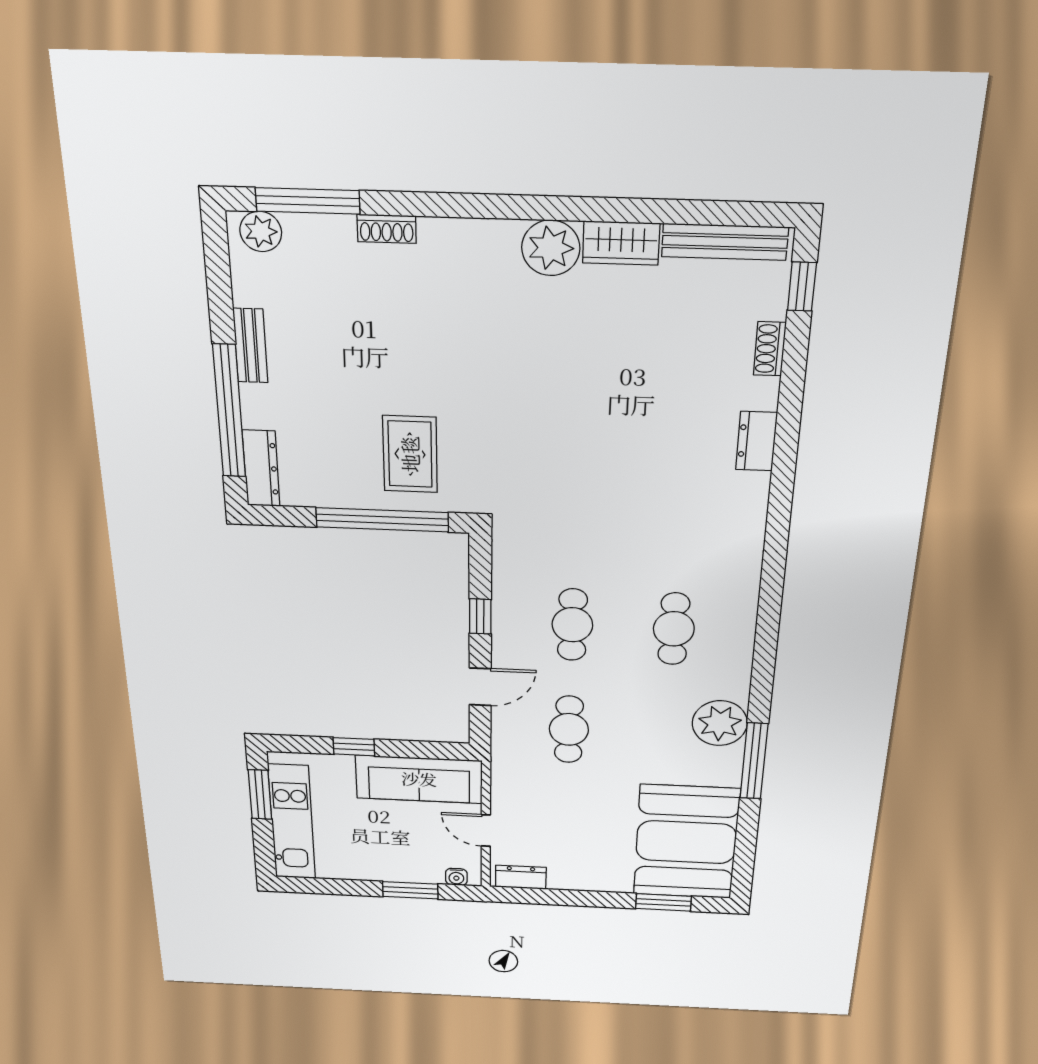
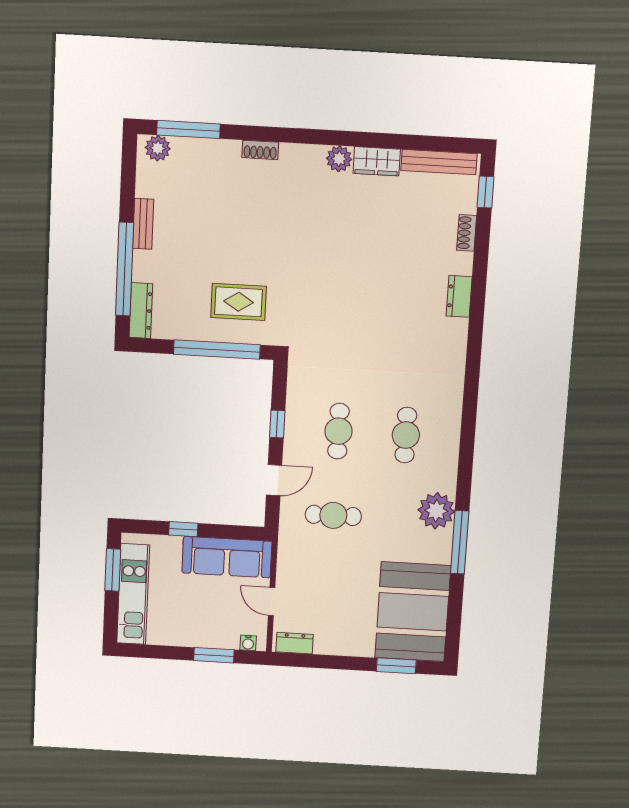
shoe rack: (387, 229) -> (260, 150), moved
plant: (551, 248) -> (339, 159), width x0.73, depth x0.73
rug: (410, 454) -> (239, 302), turned 90
cafe table: (569, 729) -> (333, 515), turned 90

